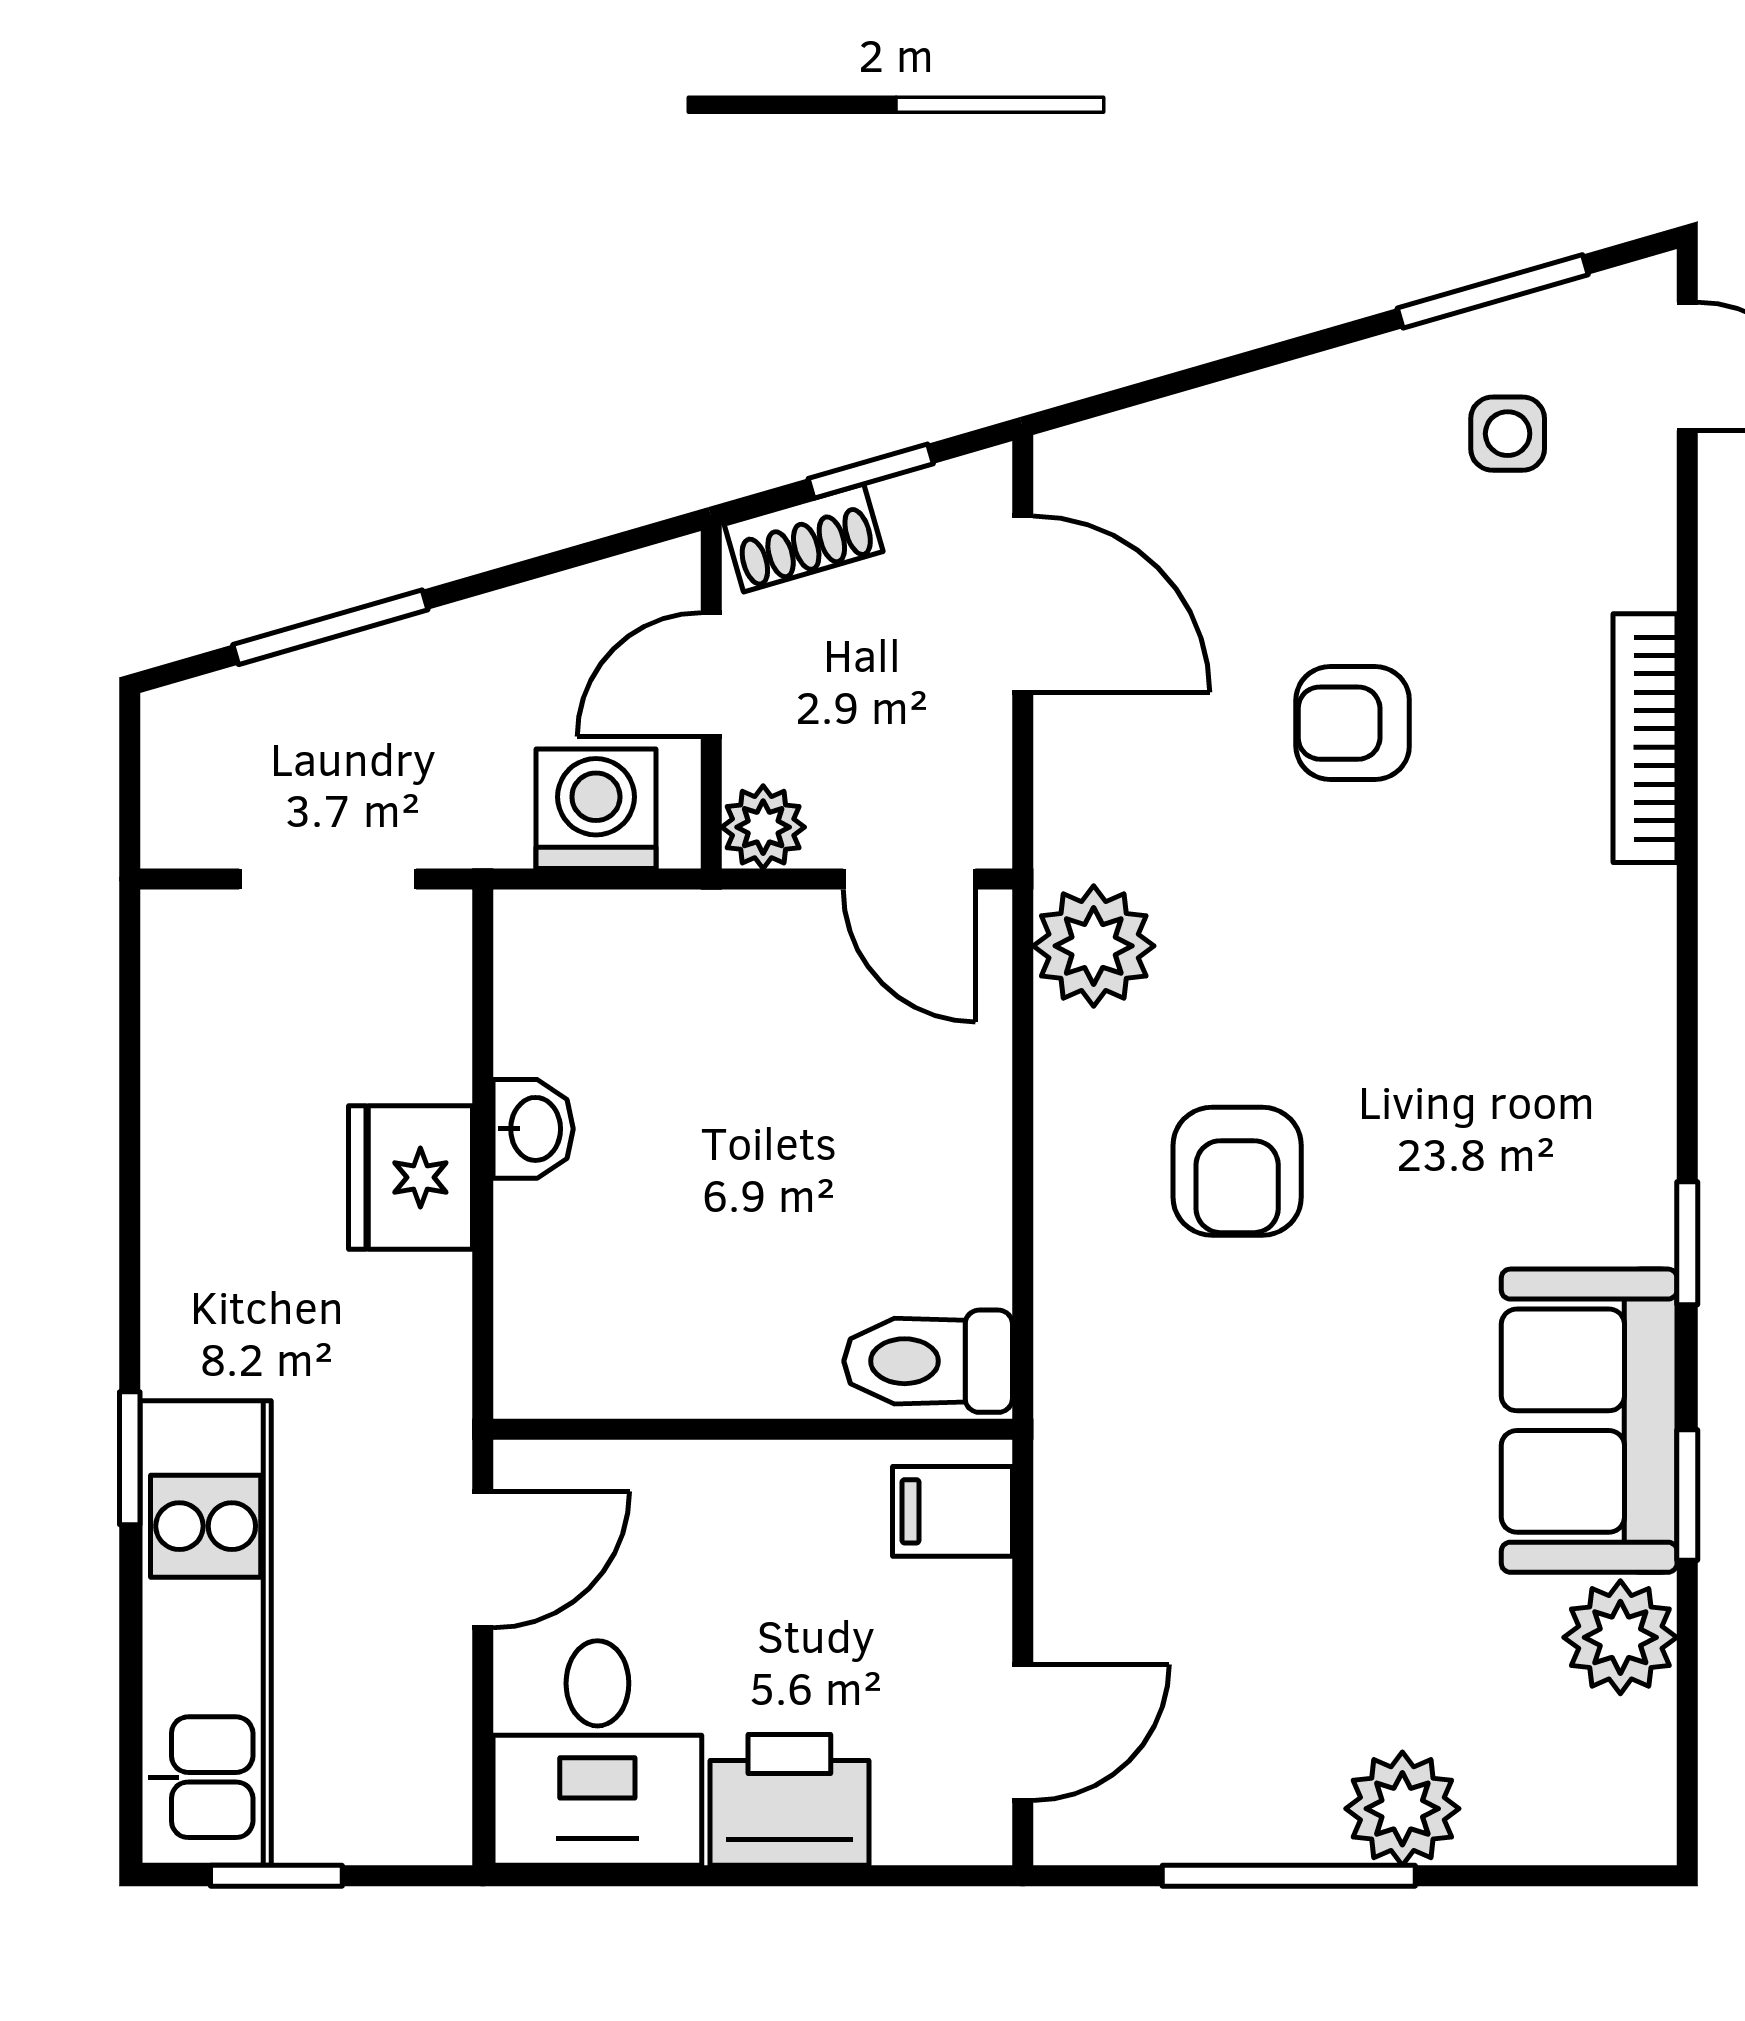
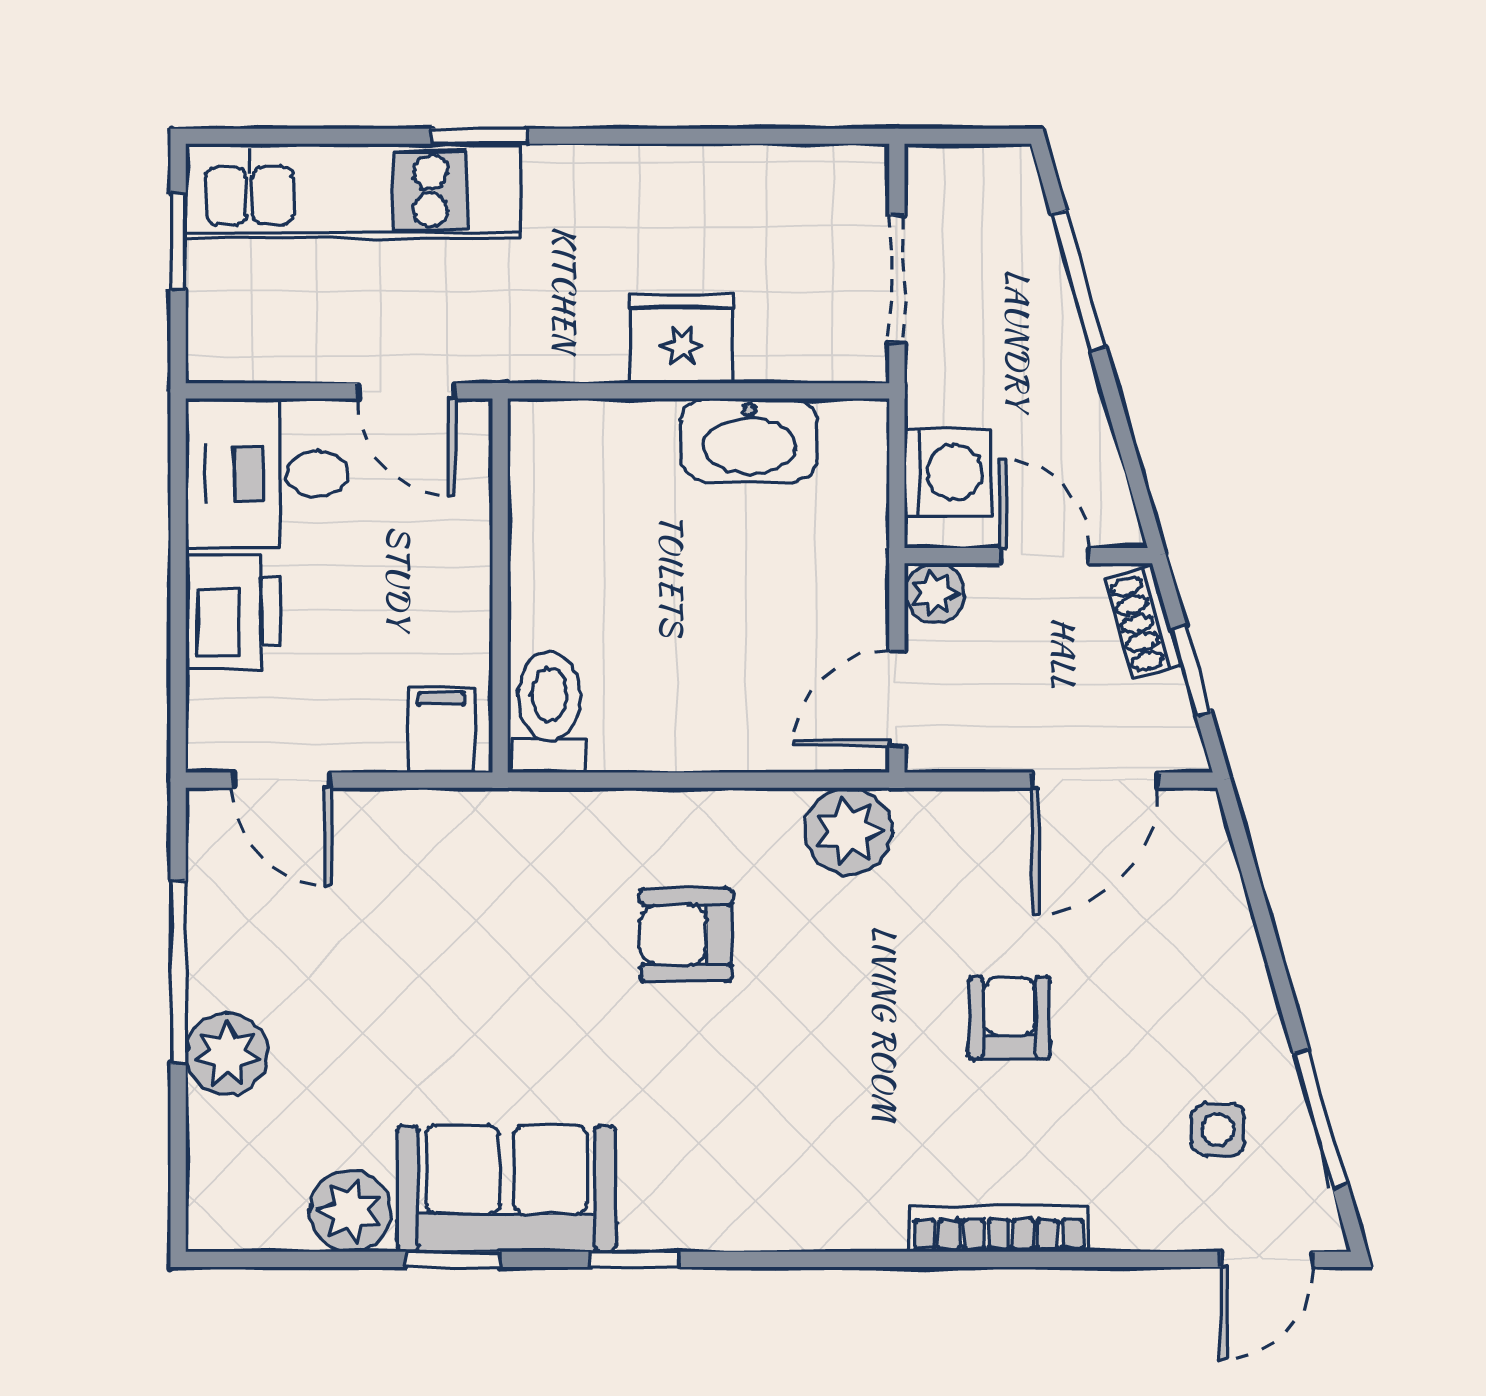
washbasin: (533, 1129) -> (749, 440), width x1.91, depth x1.45

